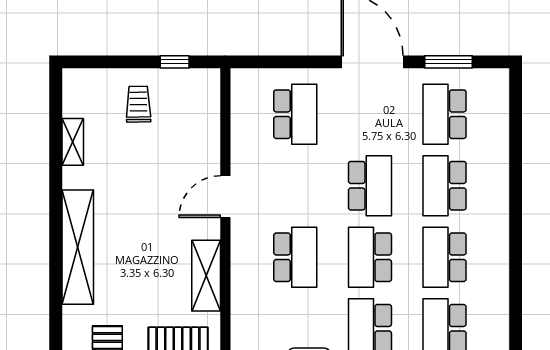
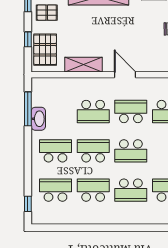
school desk: (295, 186) -> (131, 111), added
school desk: (445, 186) -> (131, 190), turned 180

